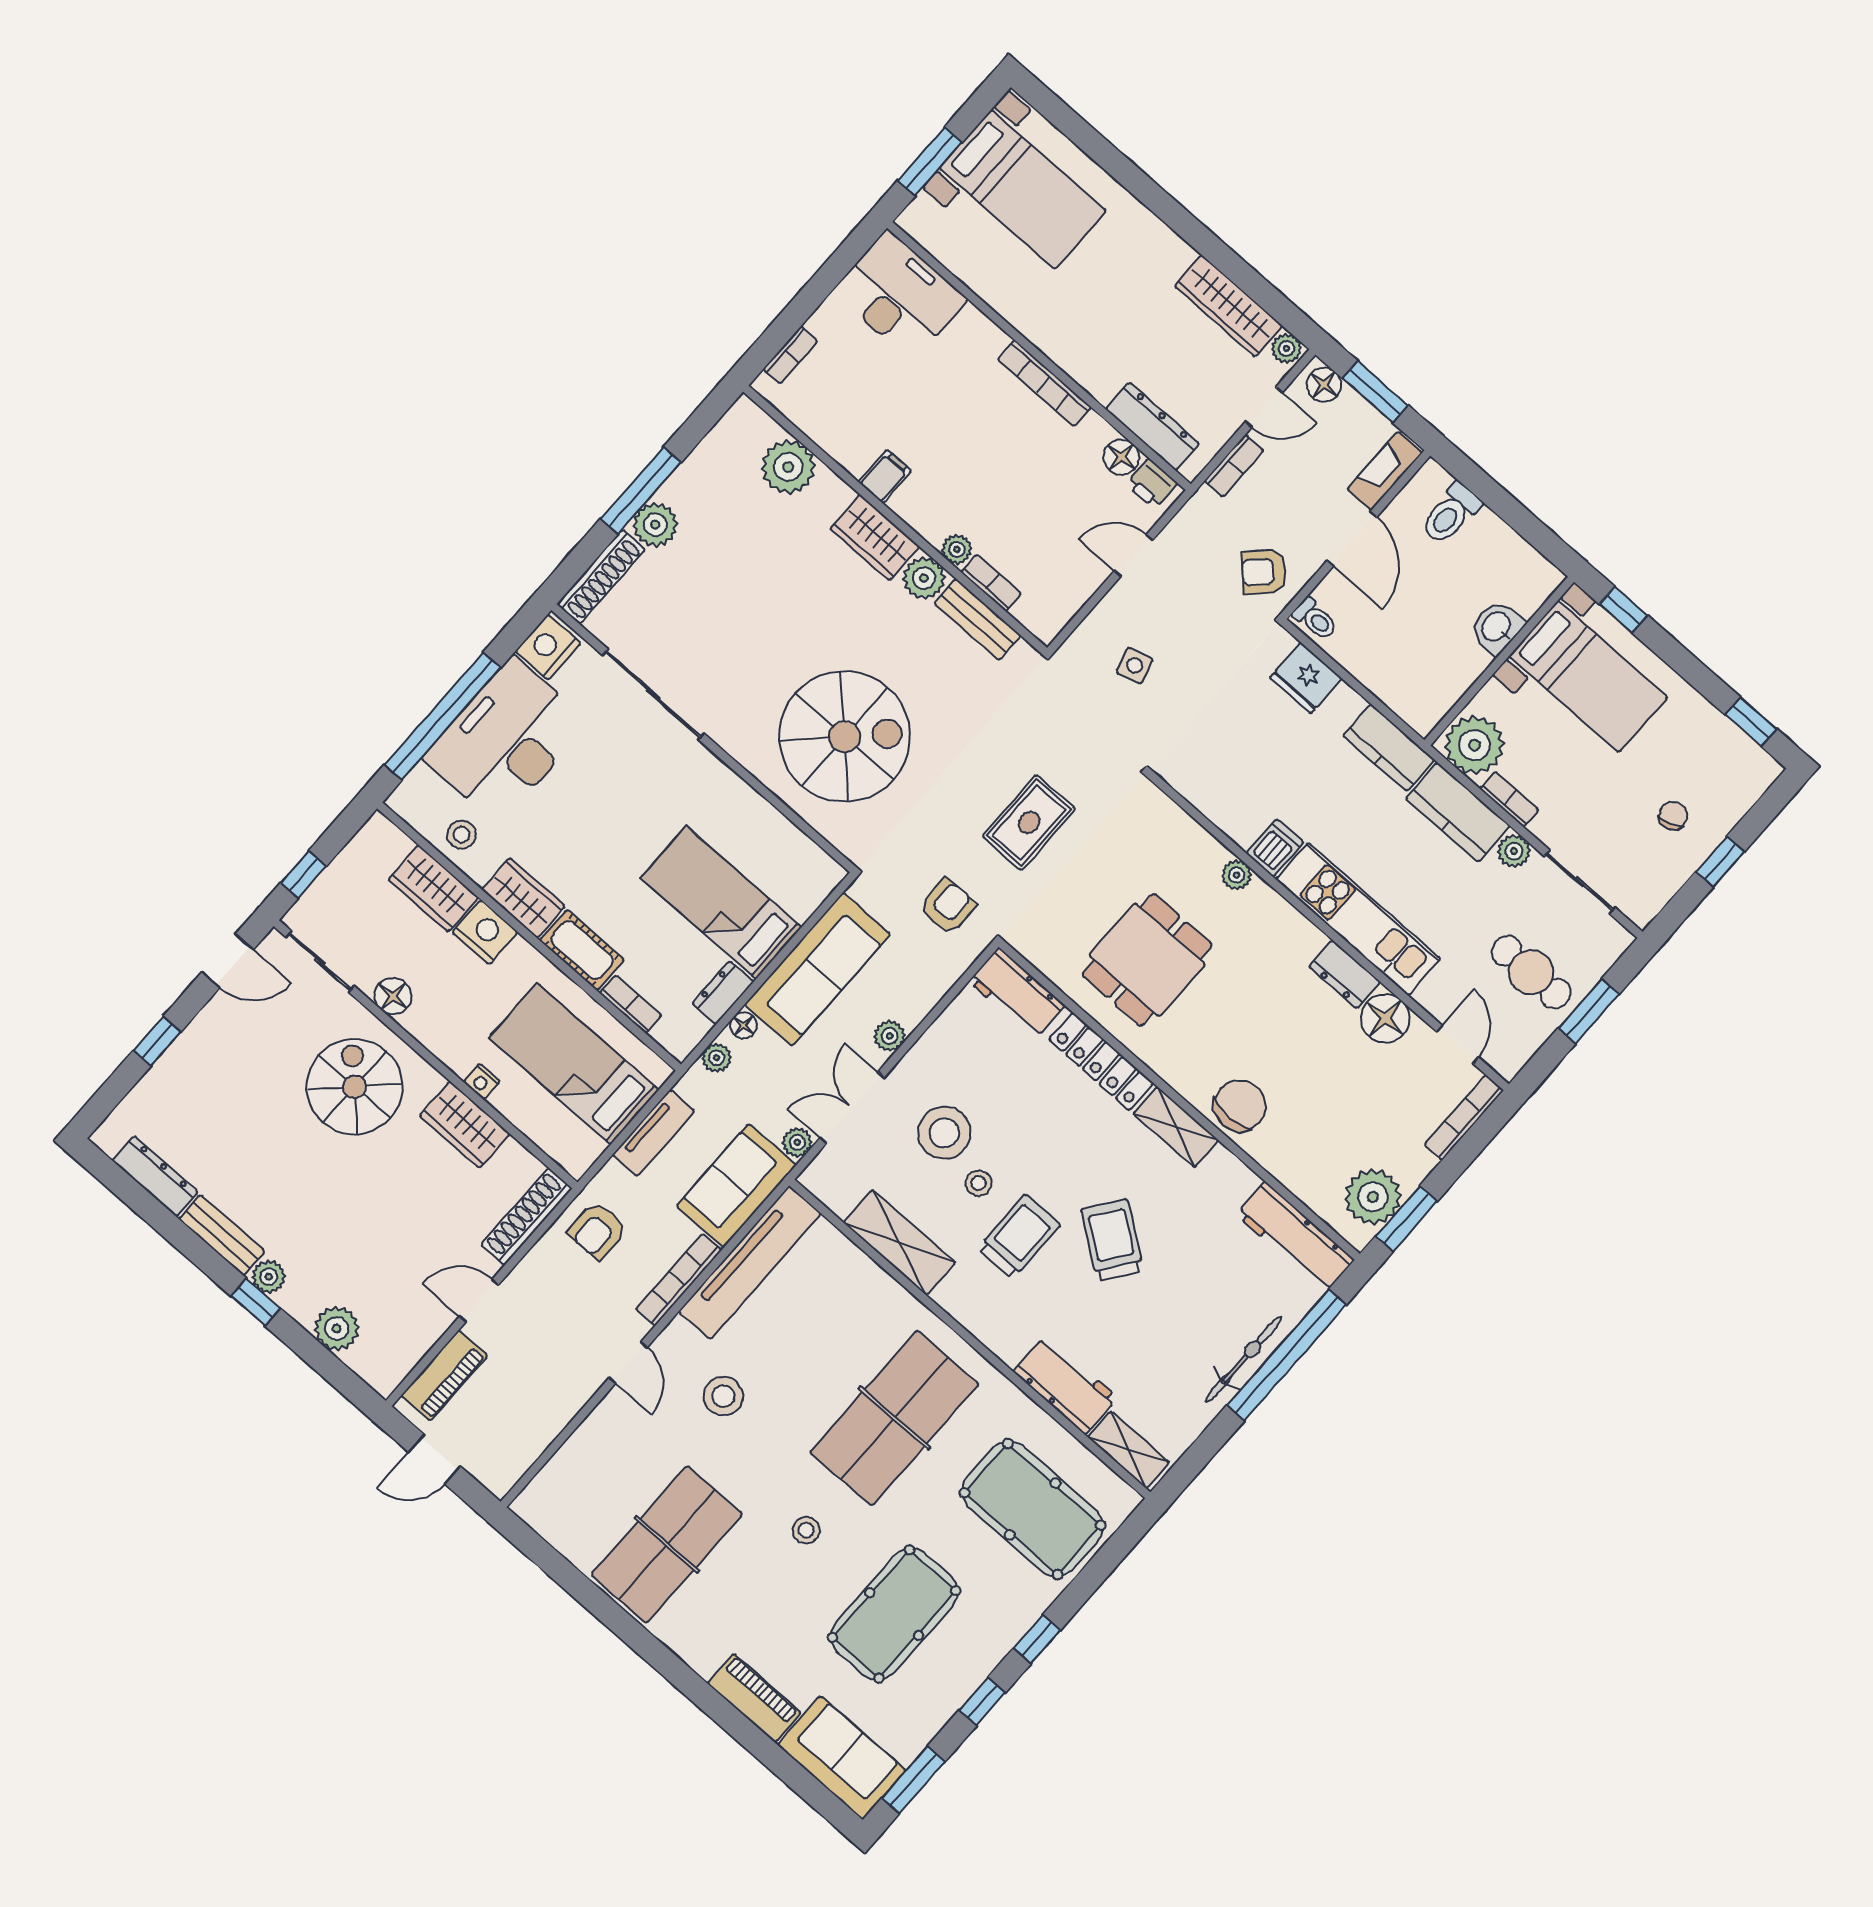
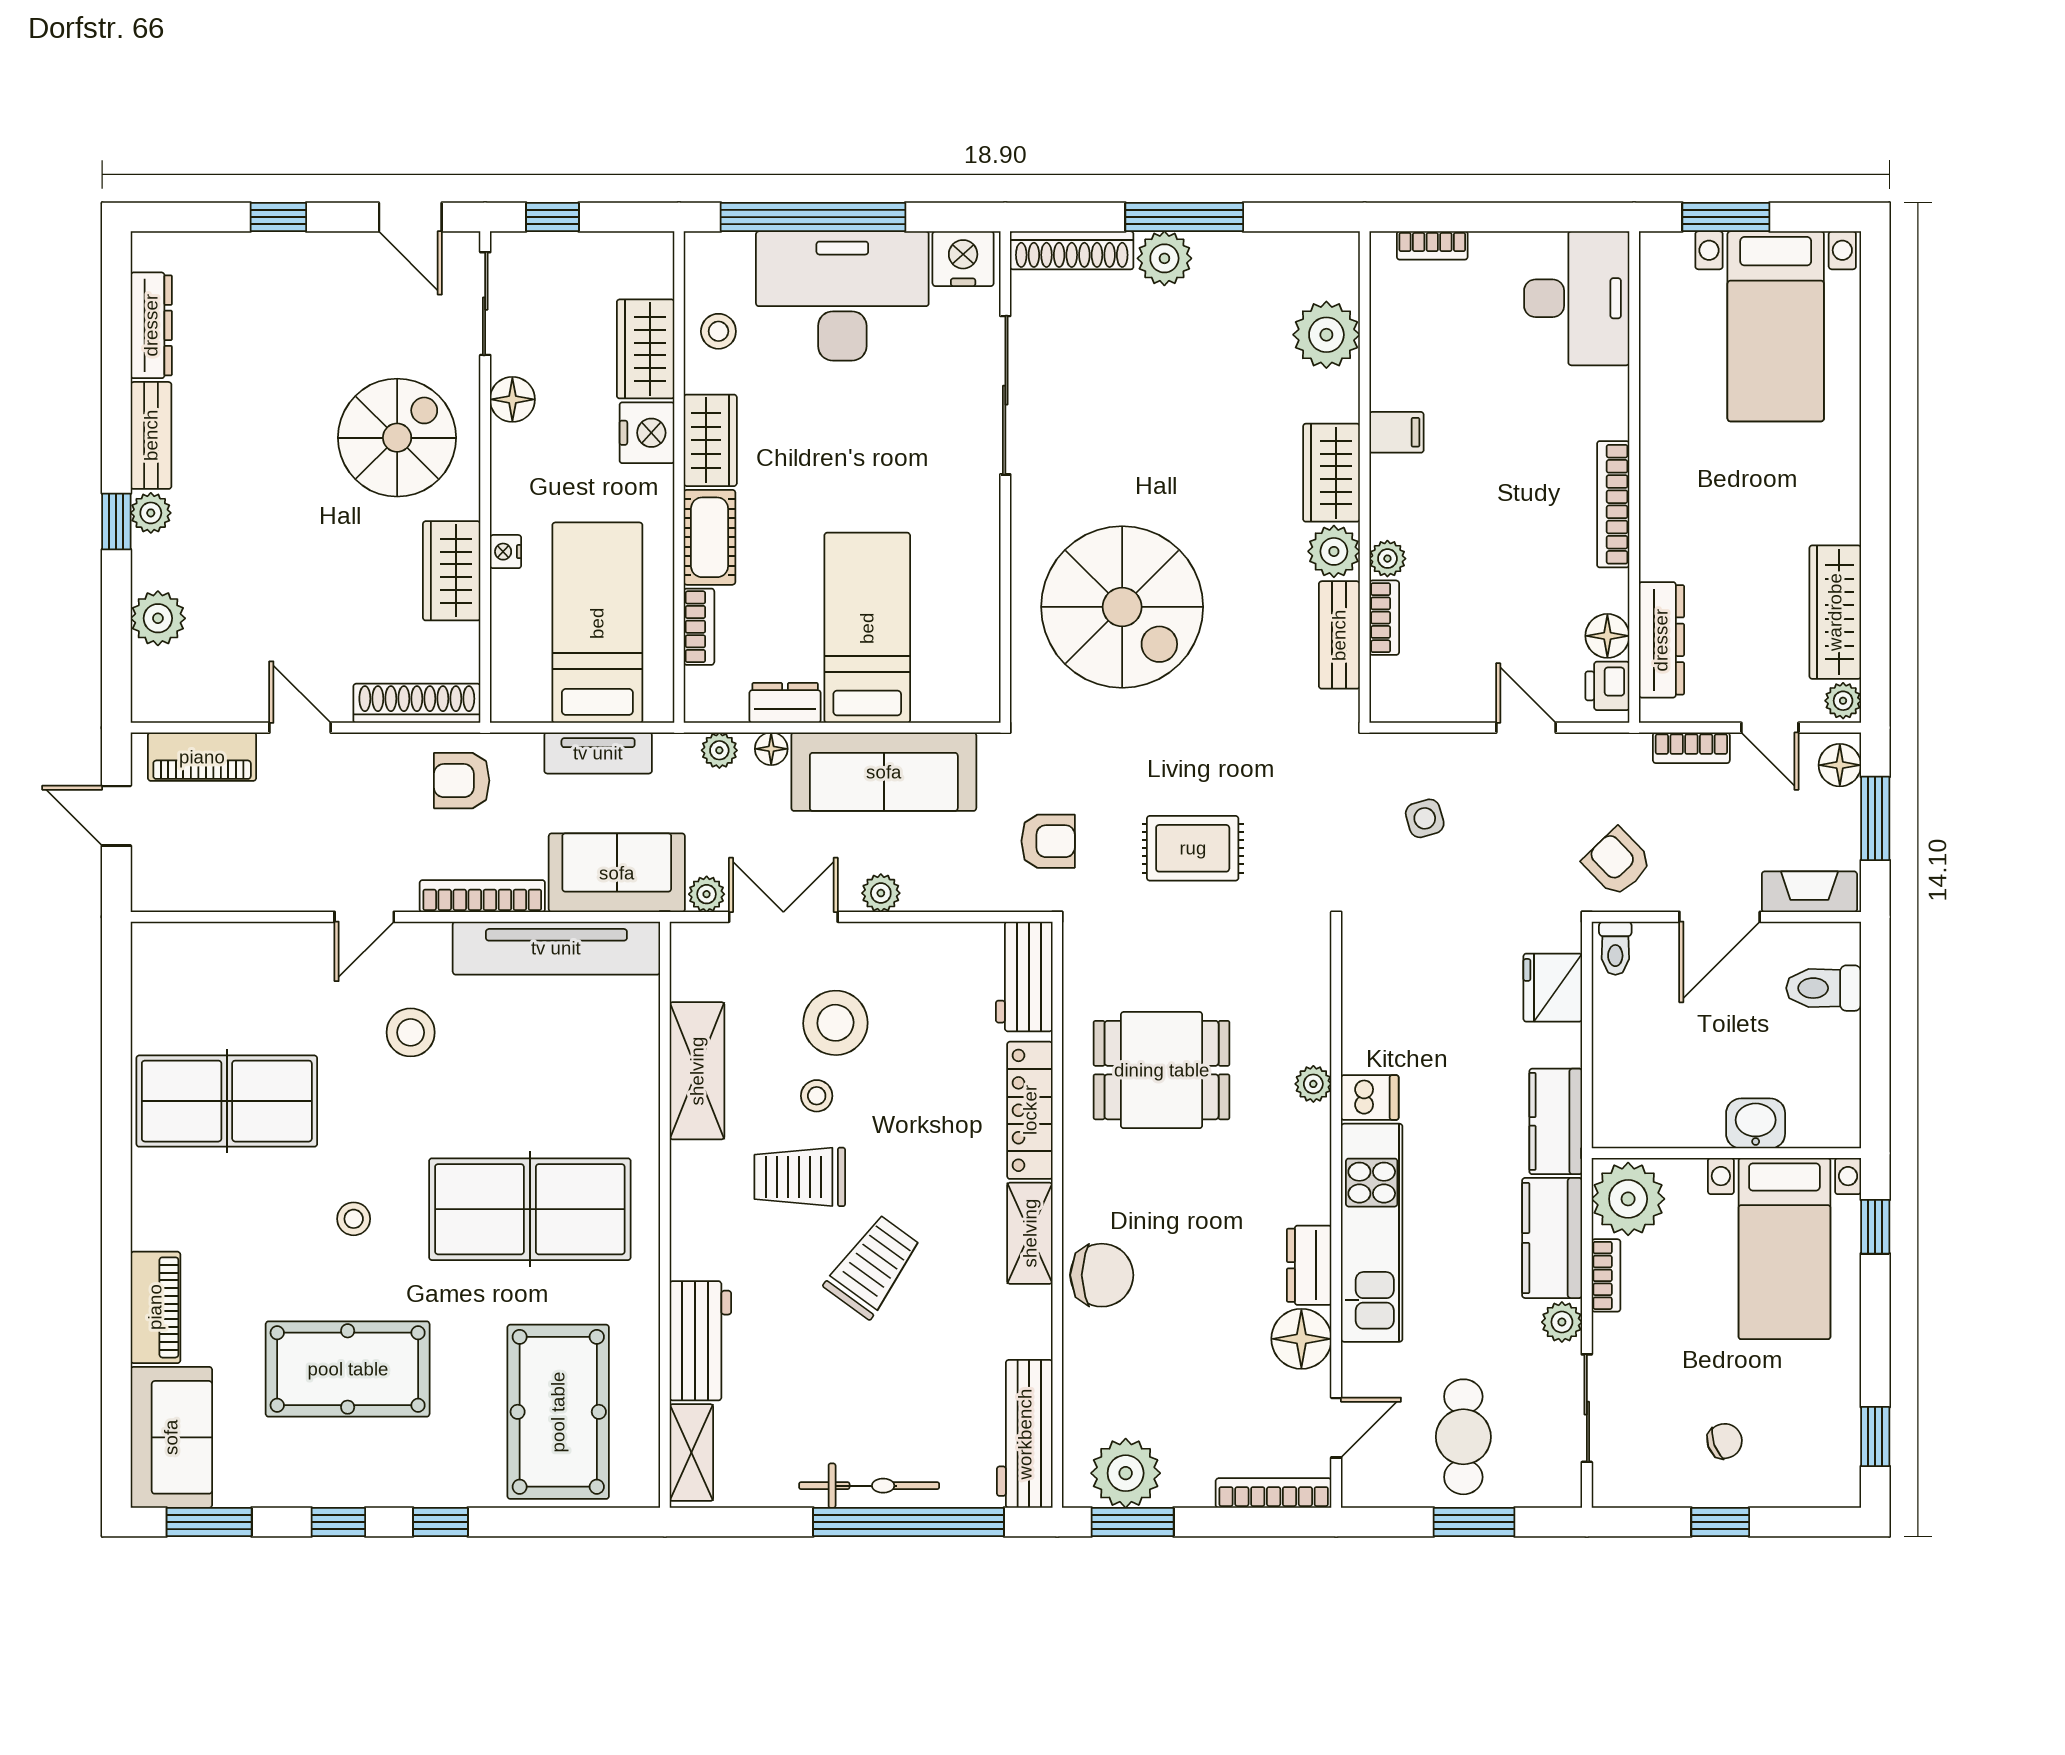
trolley: (1019, 1237) -> (800, 1177), turned 180

